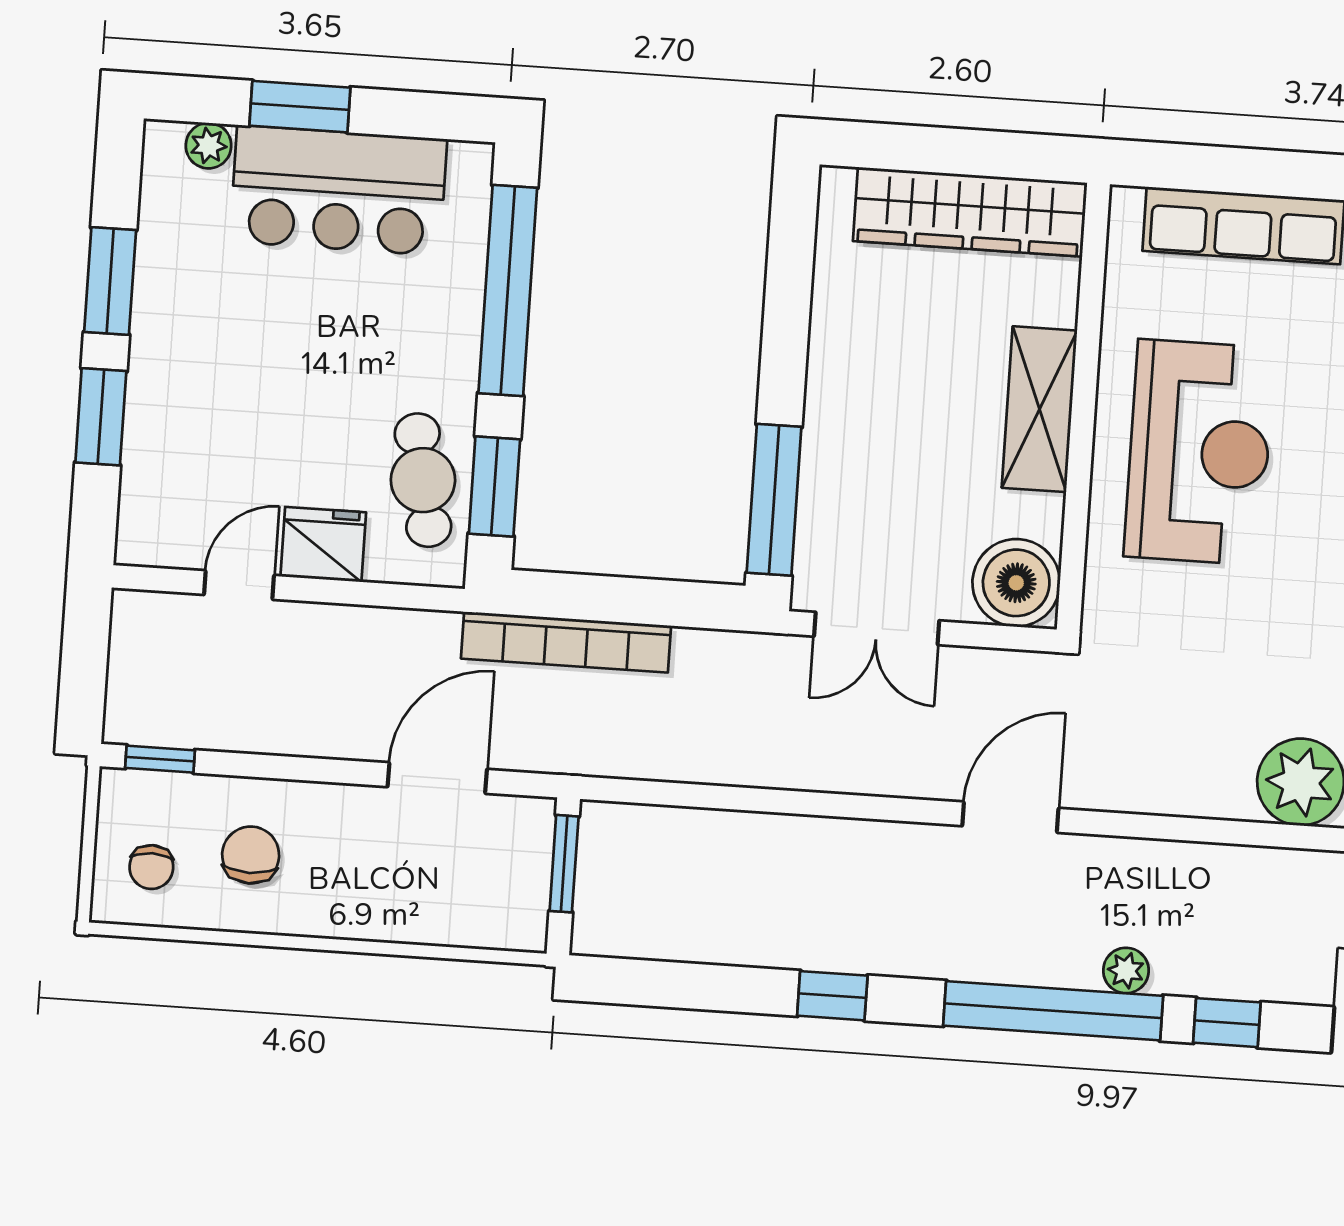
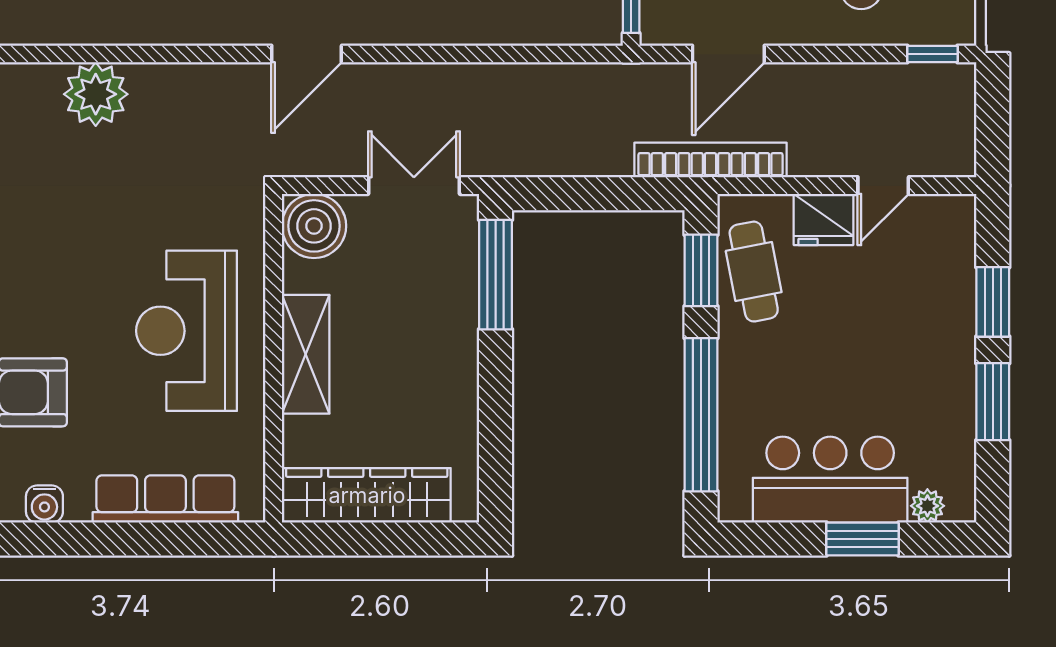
bookcase: (566, 642) -> (710, 160), moved

